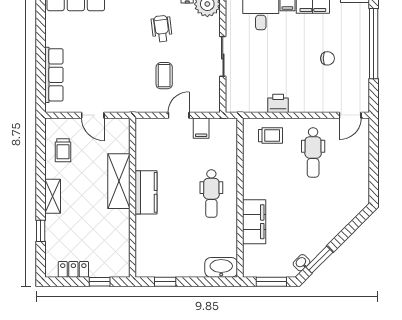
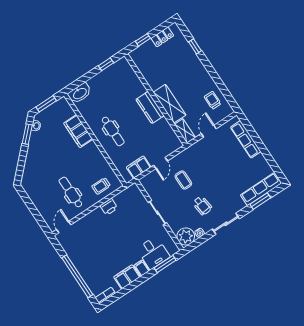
chair: (327, 58) -> (98, 251), removed
door: (93, 115) -> (209, 131), hinge flipped
filing cabinet: (201, 128) -> (139, 167), width x2.00
dental chair: (211, 194) -> (113, 131), turned 180
shelving: (53, 196) -> (185, 131), moved

